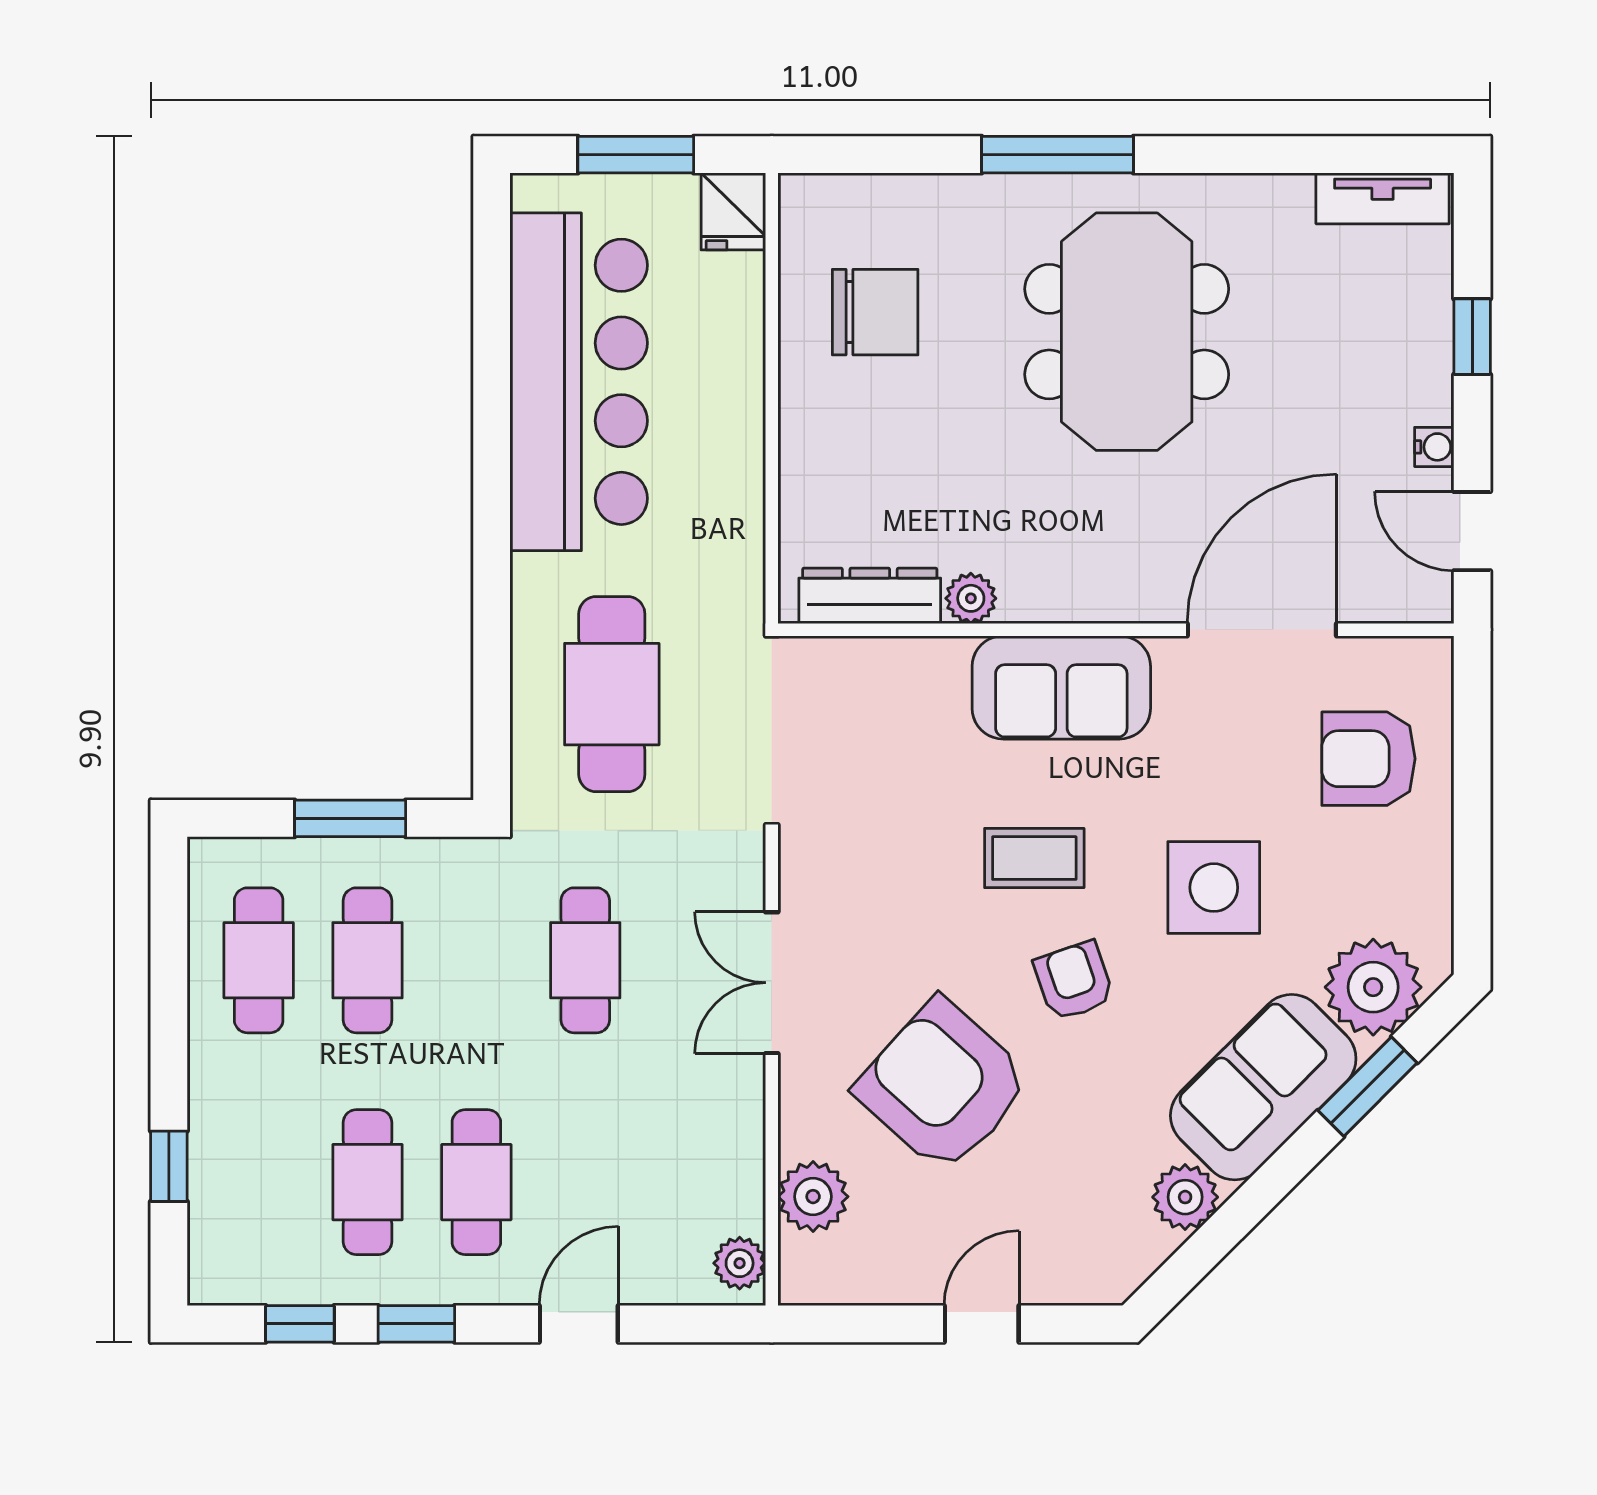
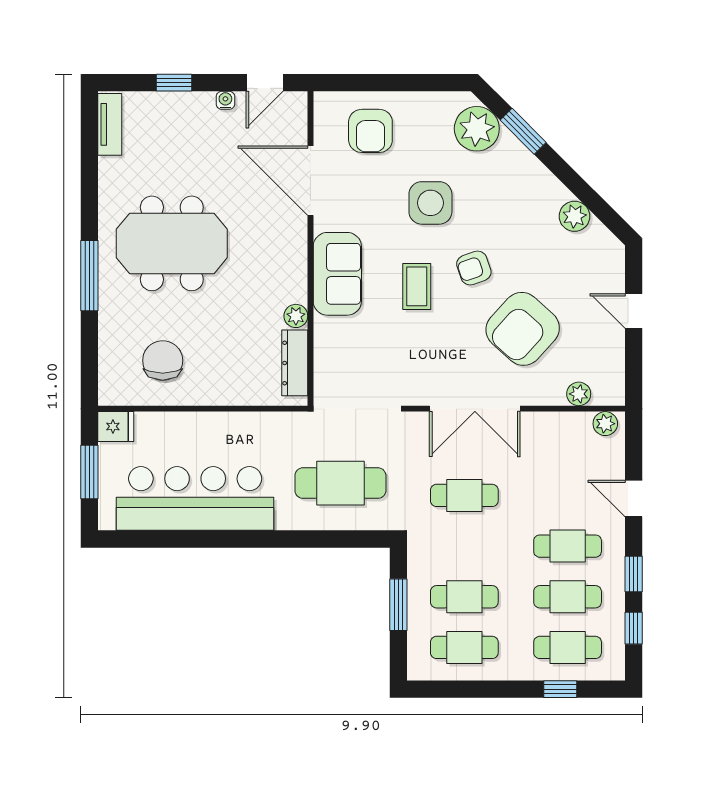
double door: (772, 983) -> (475, 409), width x1.37
sofa: (1263, 1087) -> (523, 180), removed
cafe table: (259, 1182) -> (568, 647), added
plant: (813, 1197) -> (579, 394), width x0.73, depth x0.73

